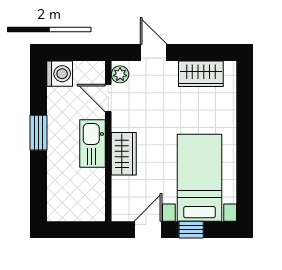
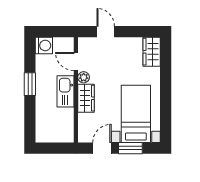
plant: (120, 74) -> (84, 77), moved
wardrobe: (201, 74) -> (152, 52), moved, turned 90
window: (191, 230) -> (130, 148), width x1.50

